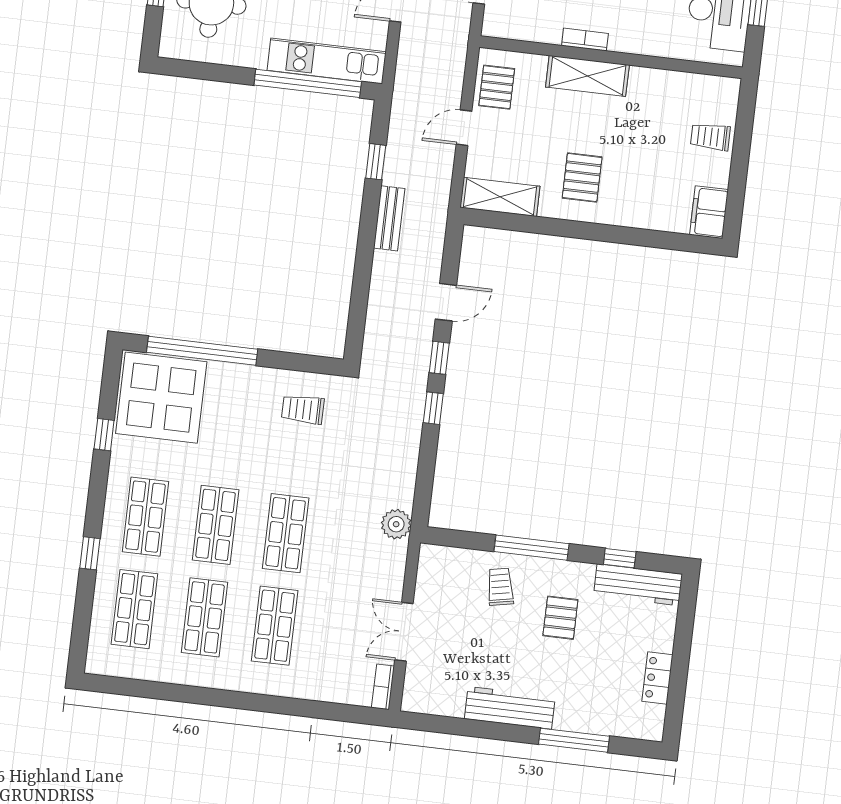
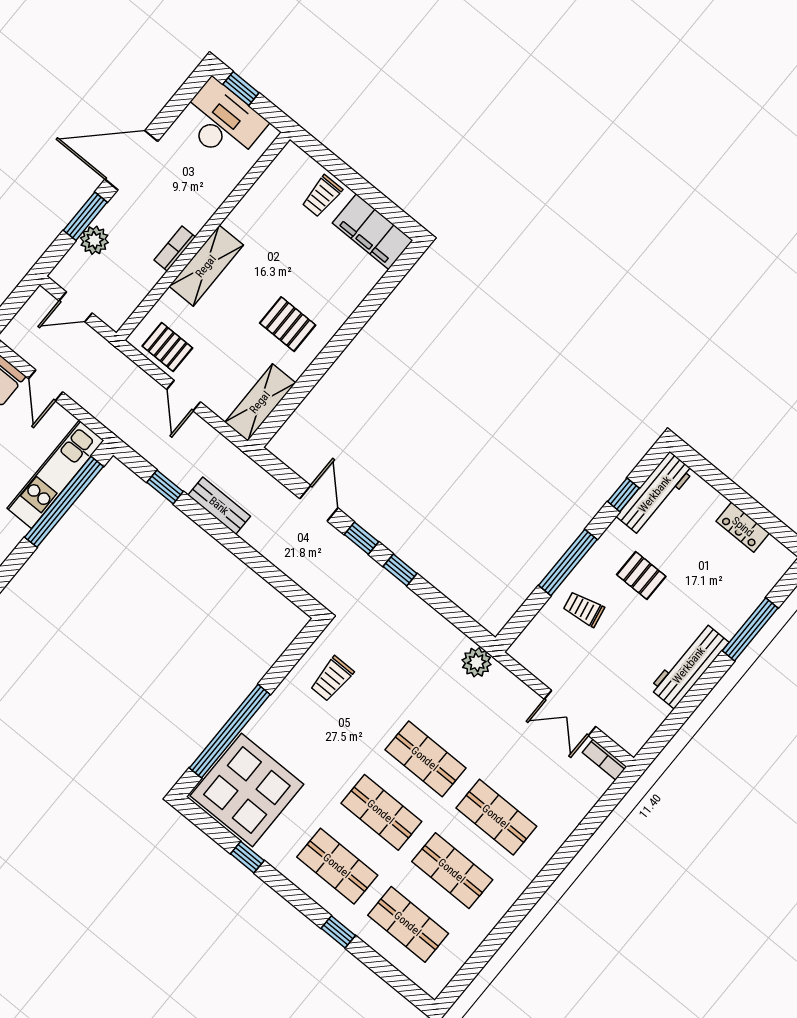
filing cabinet: (709, 212) -> (373, 232), width x1.50, depth x1.17

